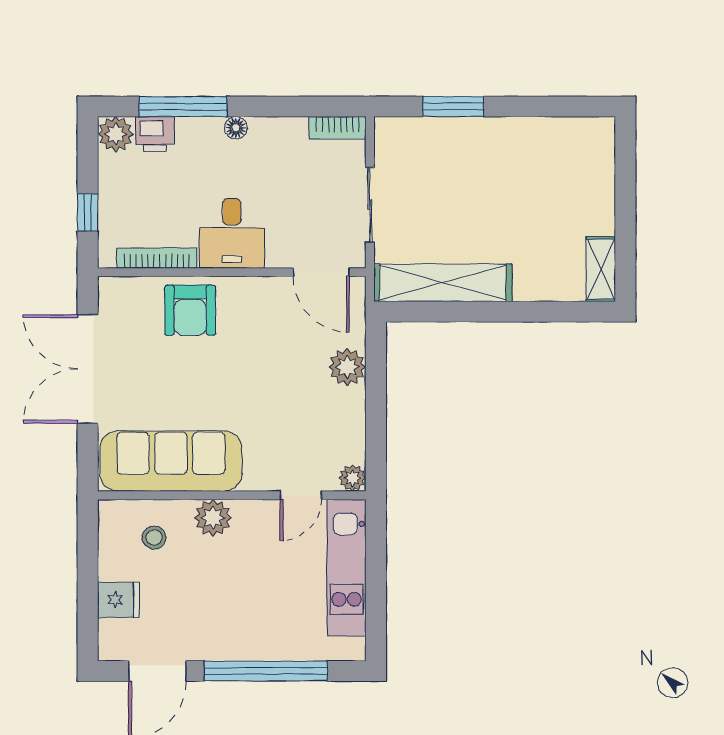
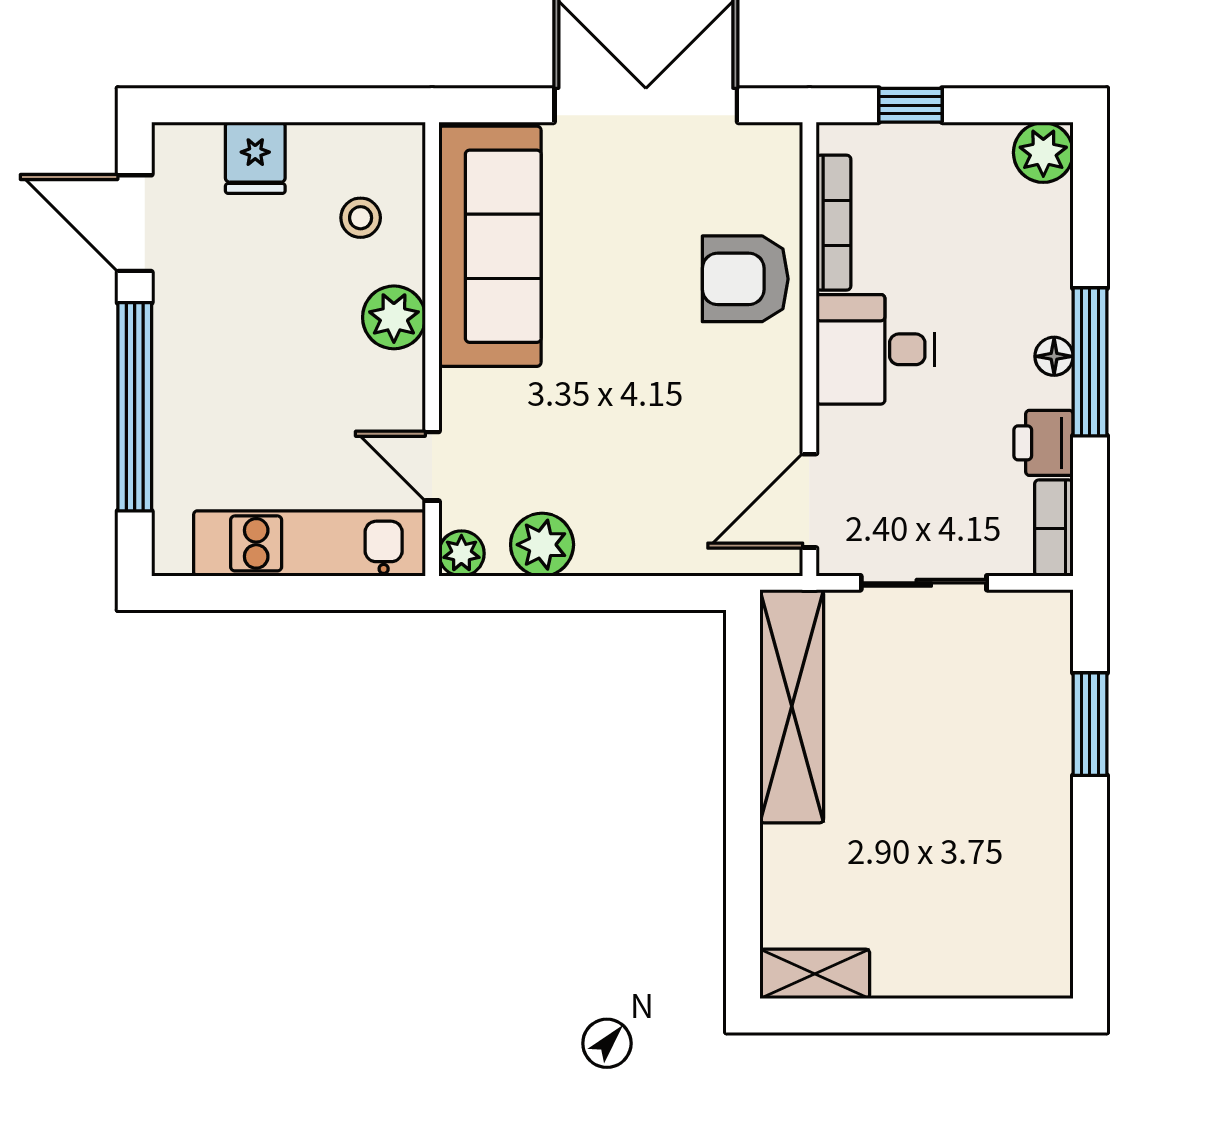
window: (183, 106) -> (1090, 362), moved
printer: (155, 134) -> (1043, 443), moved
plant: (347, 367) -> (542, 545), moved

